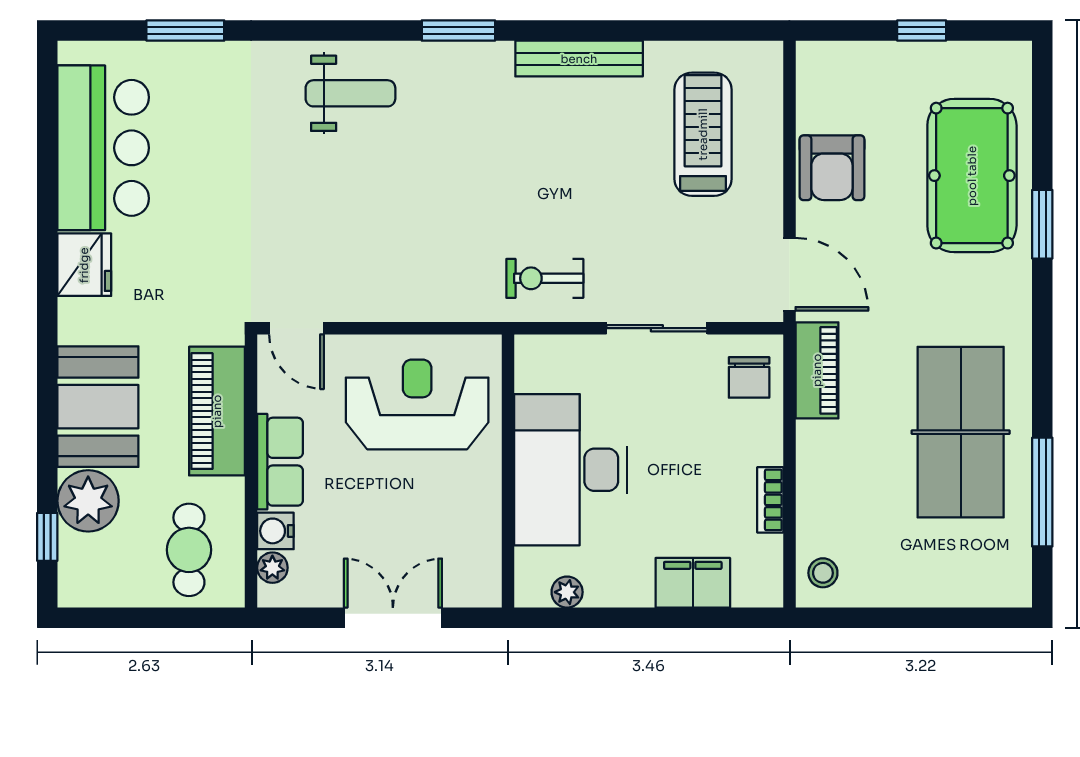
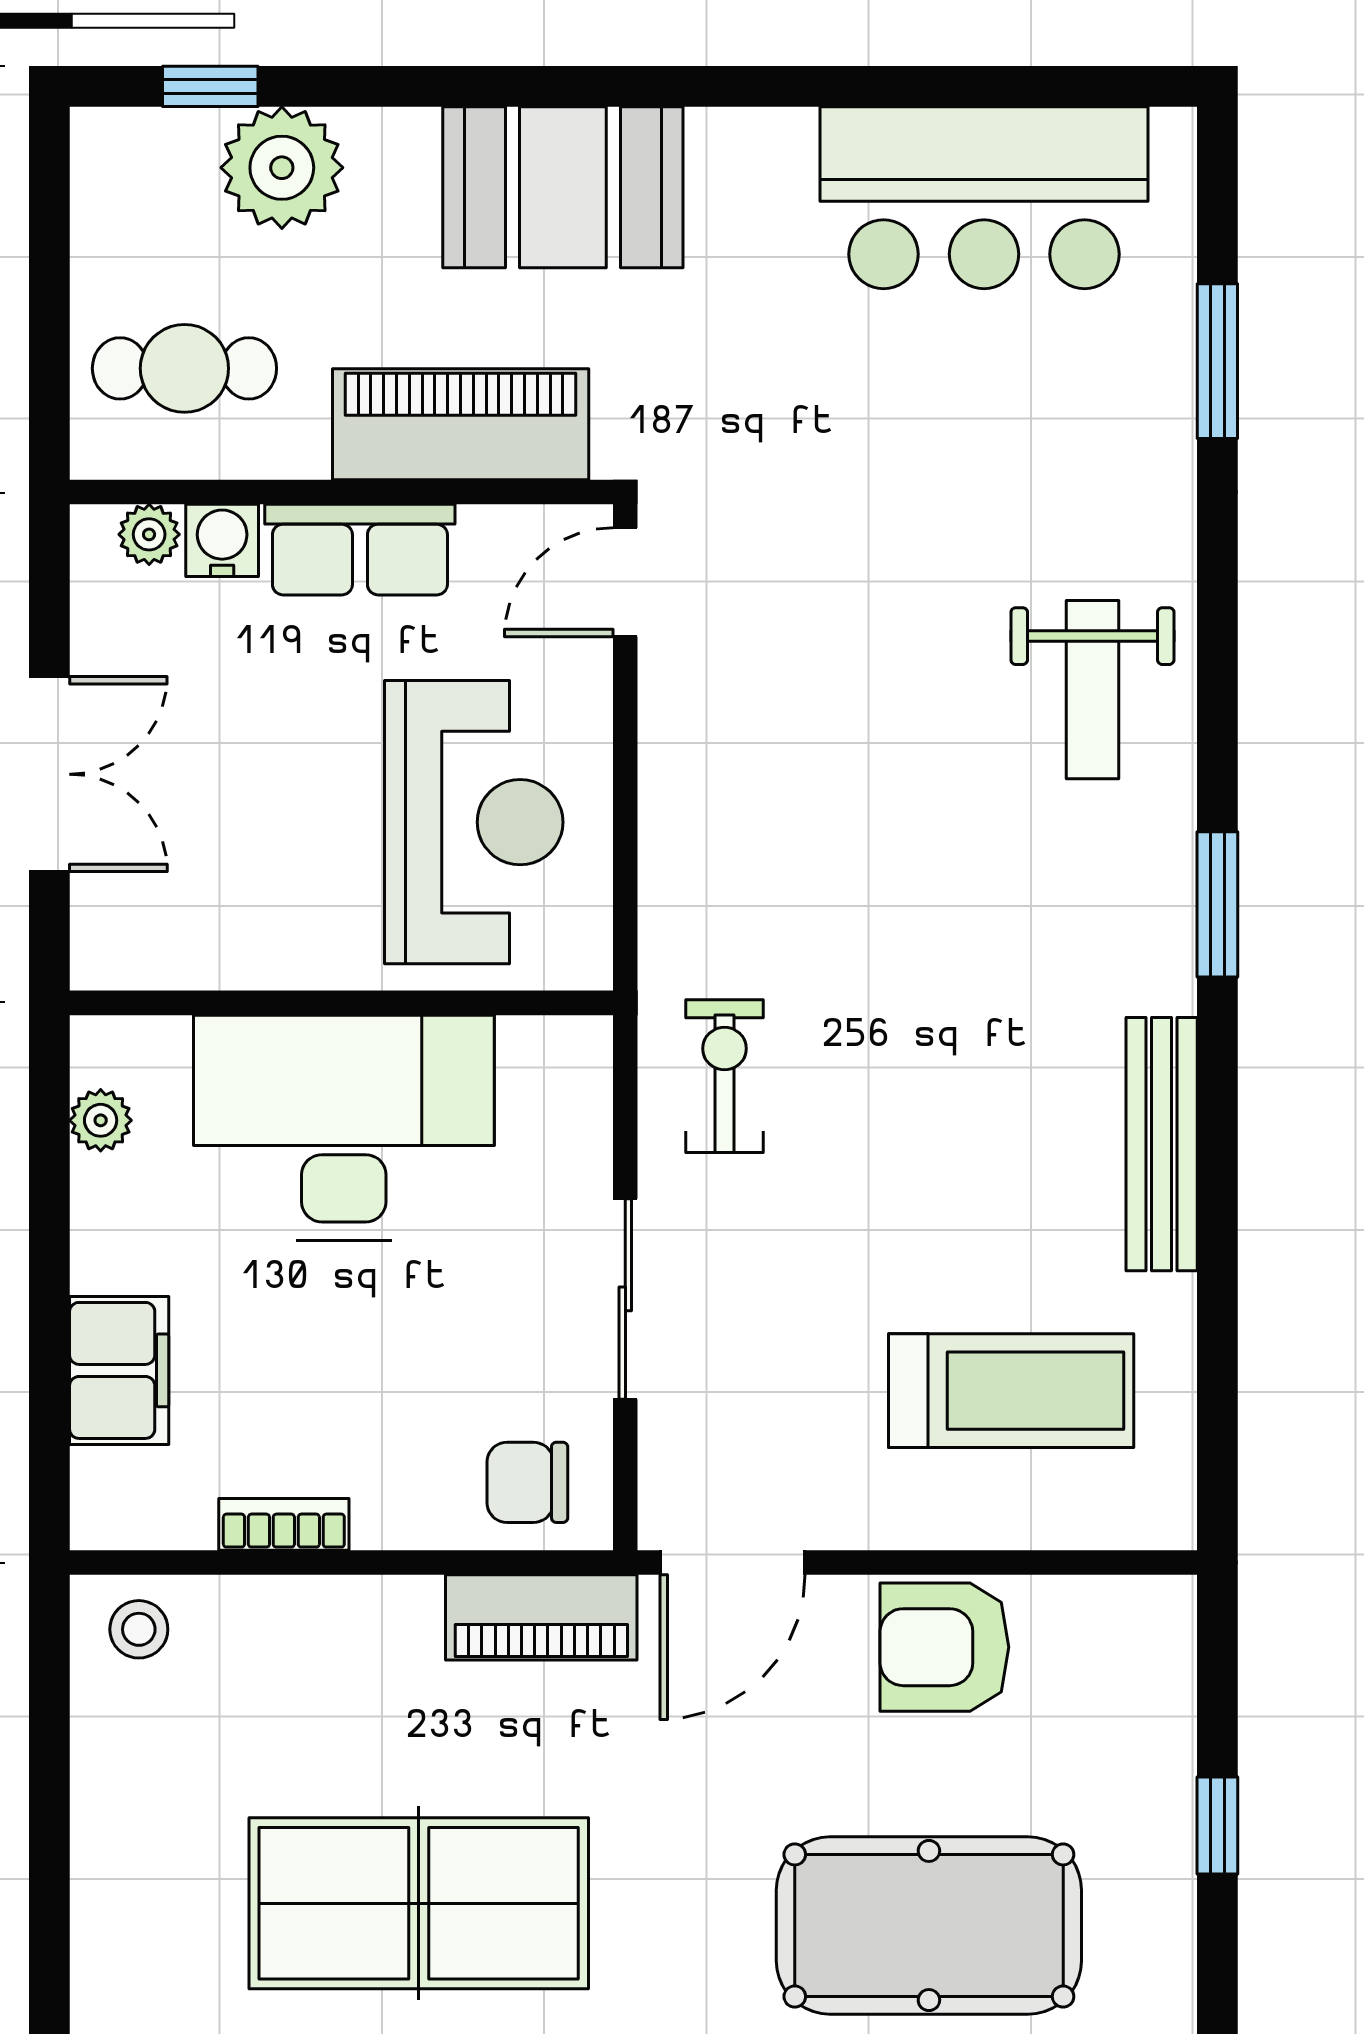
fridge: (84, 265) -> (752, 160), removed
booth: (98, 407) -> (563, 187), moved

